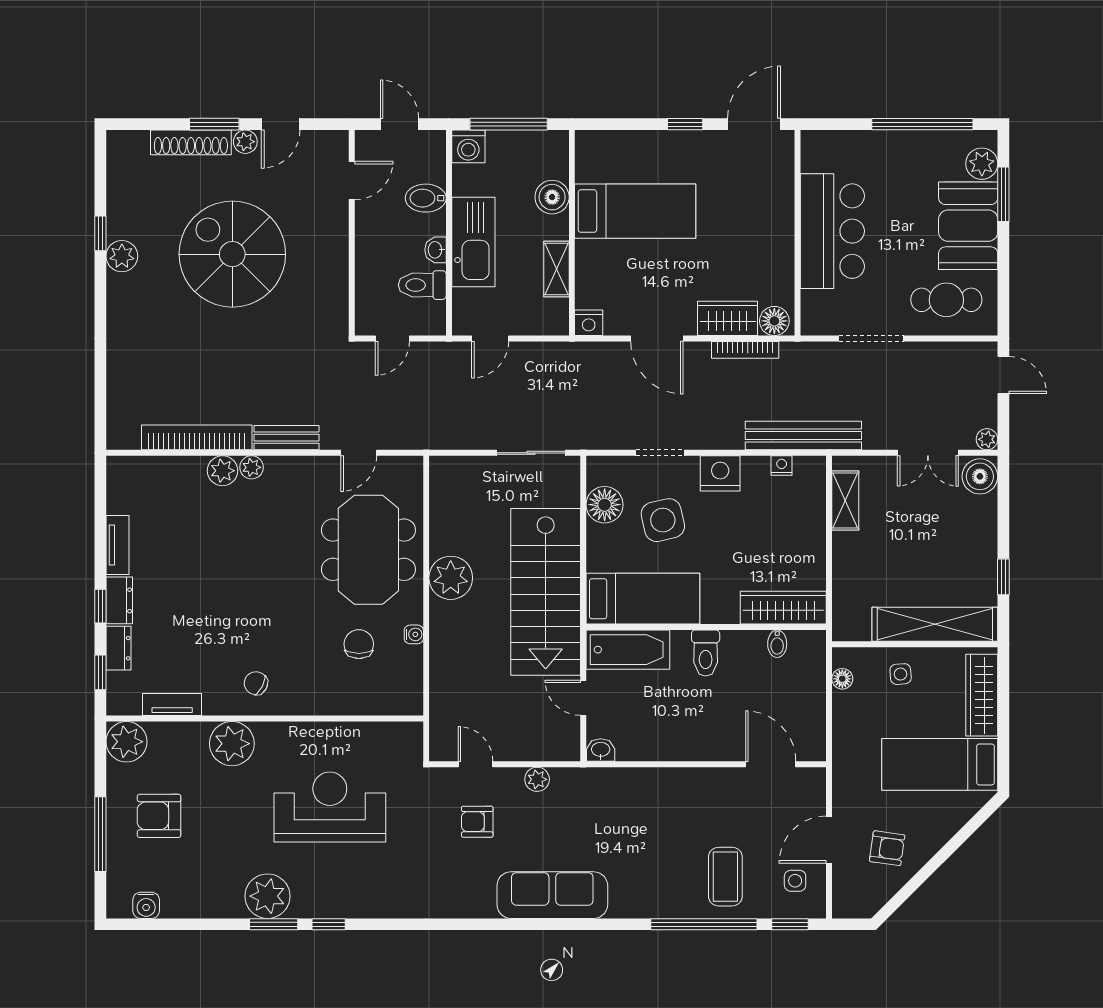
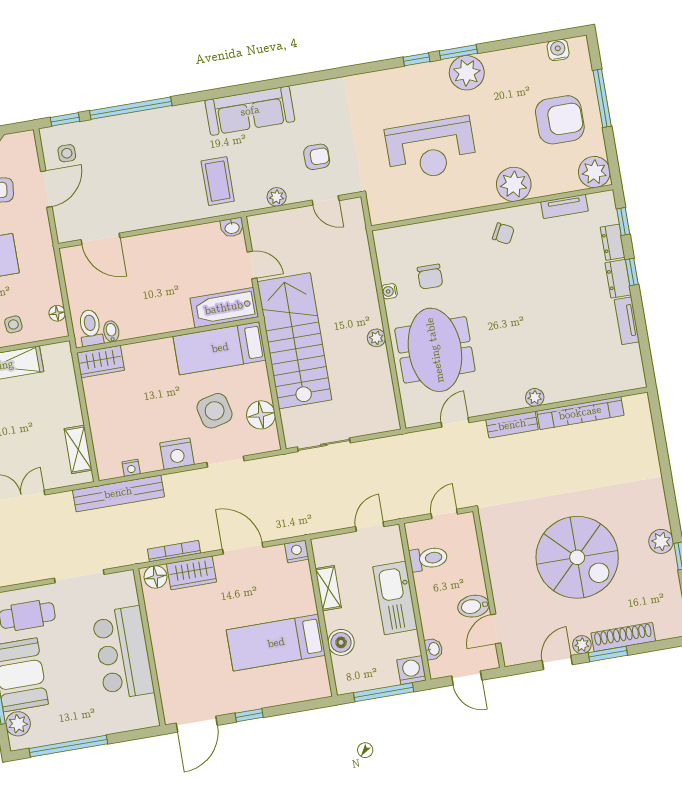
bidet: (426, 198) -> (474, 606), moved, turned 180
washbasin: (436, 250) -> (433, 649), moved
plant: (223, 471) -> (556, 391), removed
plant: (451, 578) -> (376, 338), width x0.53, depth x0.53
wardrobe: (783, 608) -> (100, 362), width x0.67
toilet: (706, 653) -> (91, 328), moved
armchair: (159, 816) -> (560, 120), width x1.36, depth x1.36
coffee table: (725, 877) -> (218, 181), moved

